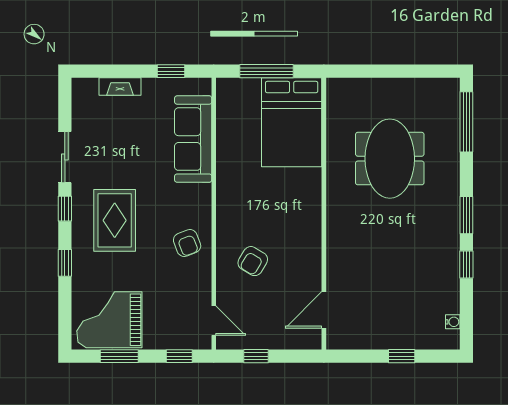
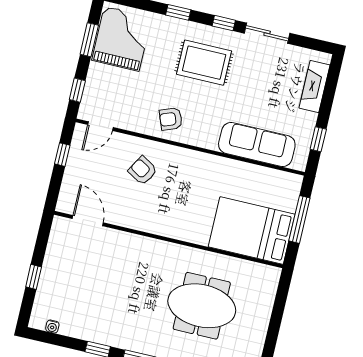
fireplace: (120, 87) -> (314, 86), width x1.37, depth x1.32

